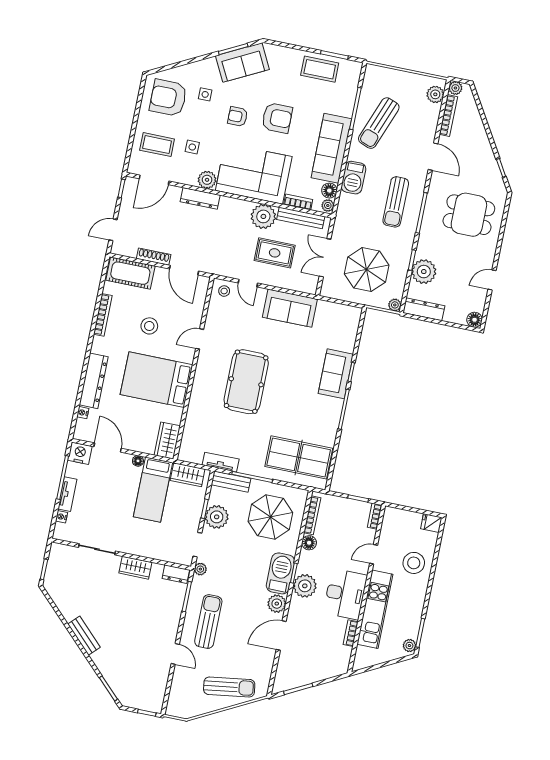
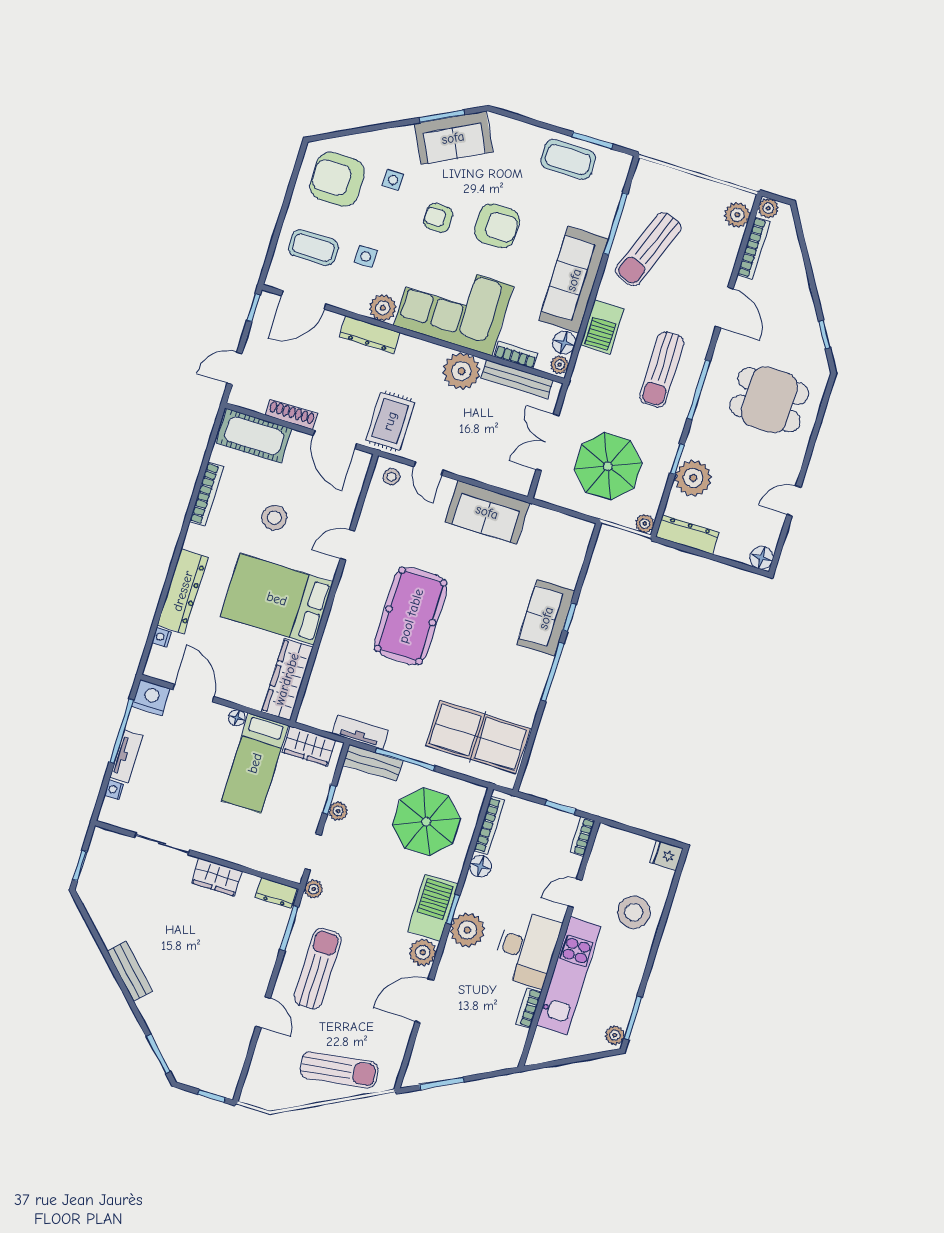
rug: (275, 253) -> (390, 421), moved, turned 90
wardrobe: (167, 441) -> (287, 679), width x1.50
plant: (217, 517) -> (338, 811), width x0.53, depth x0.53

